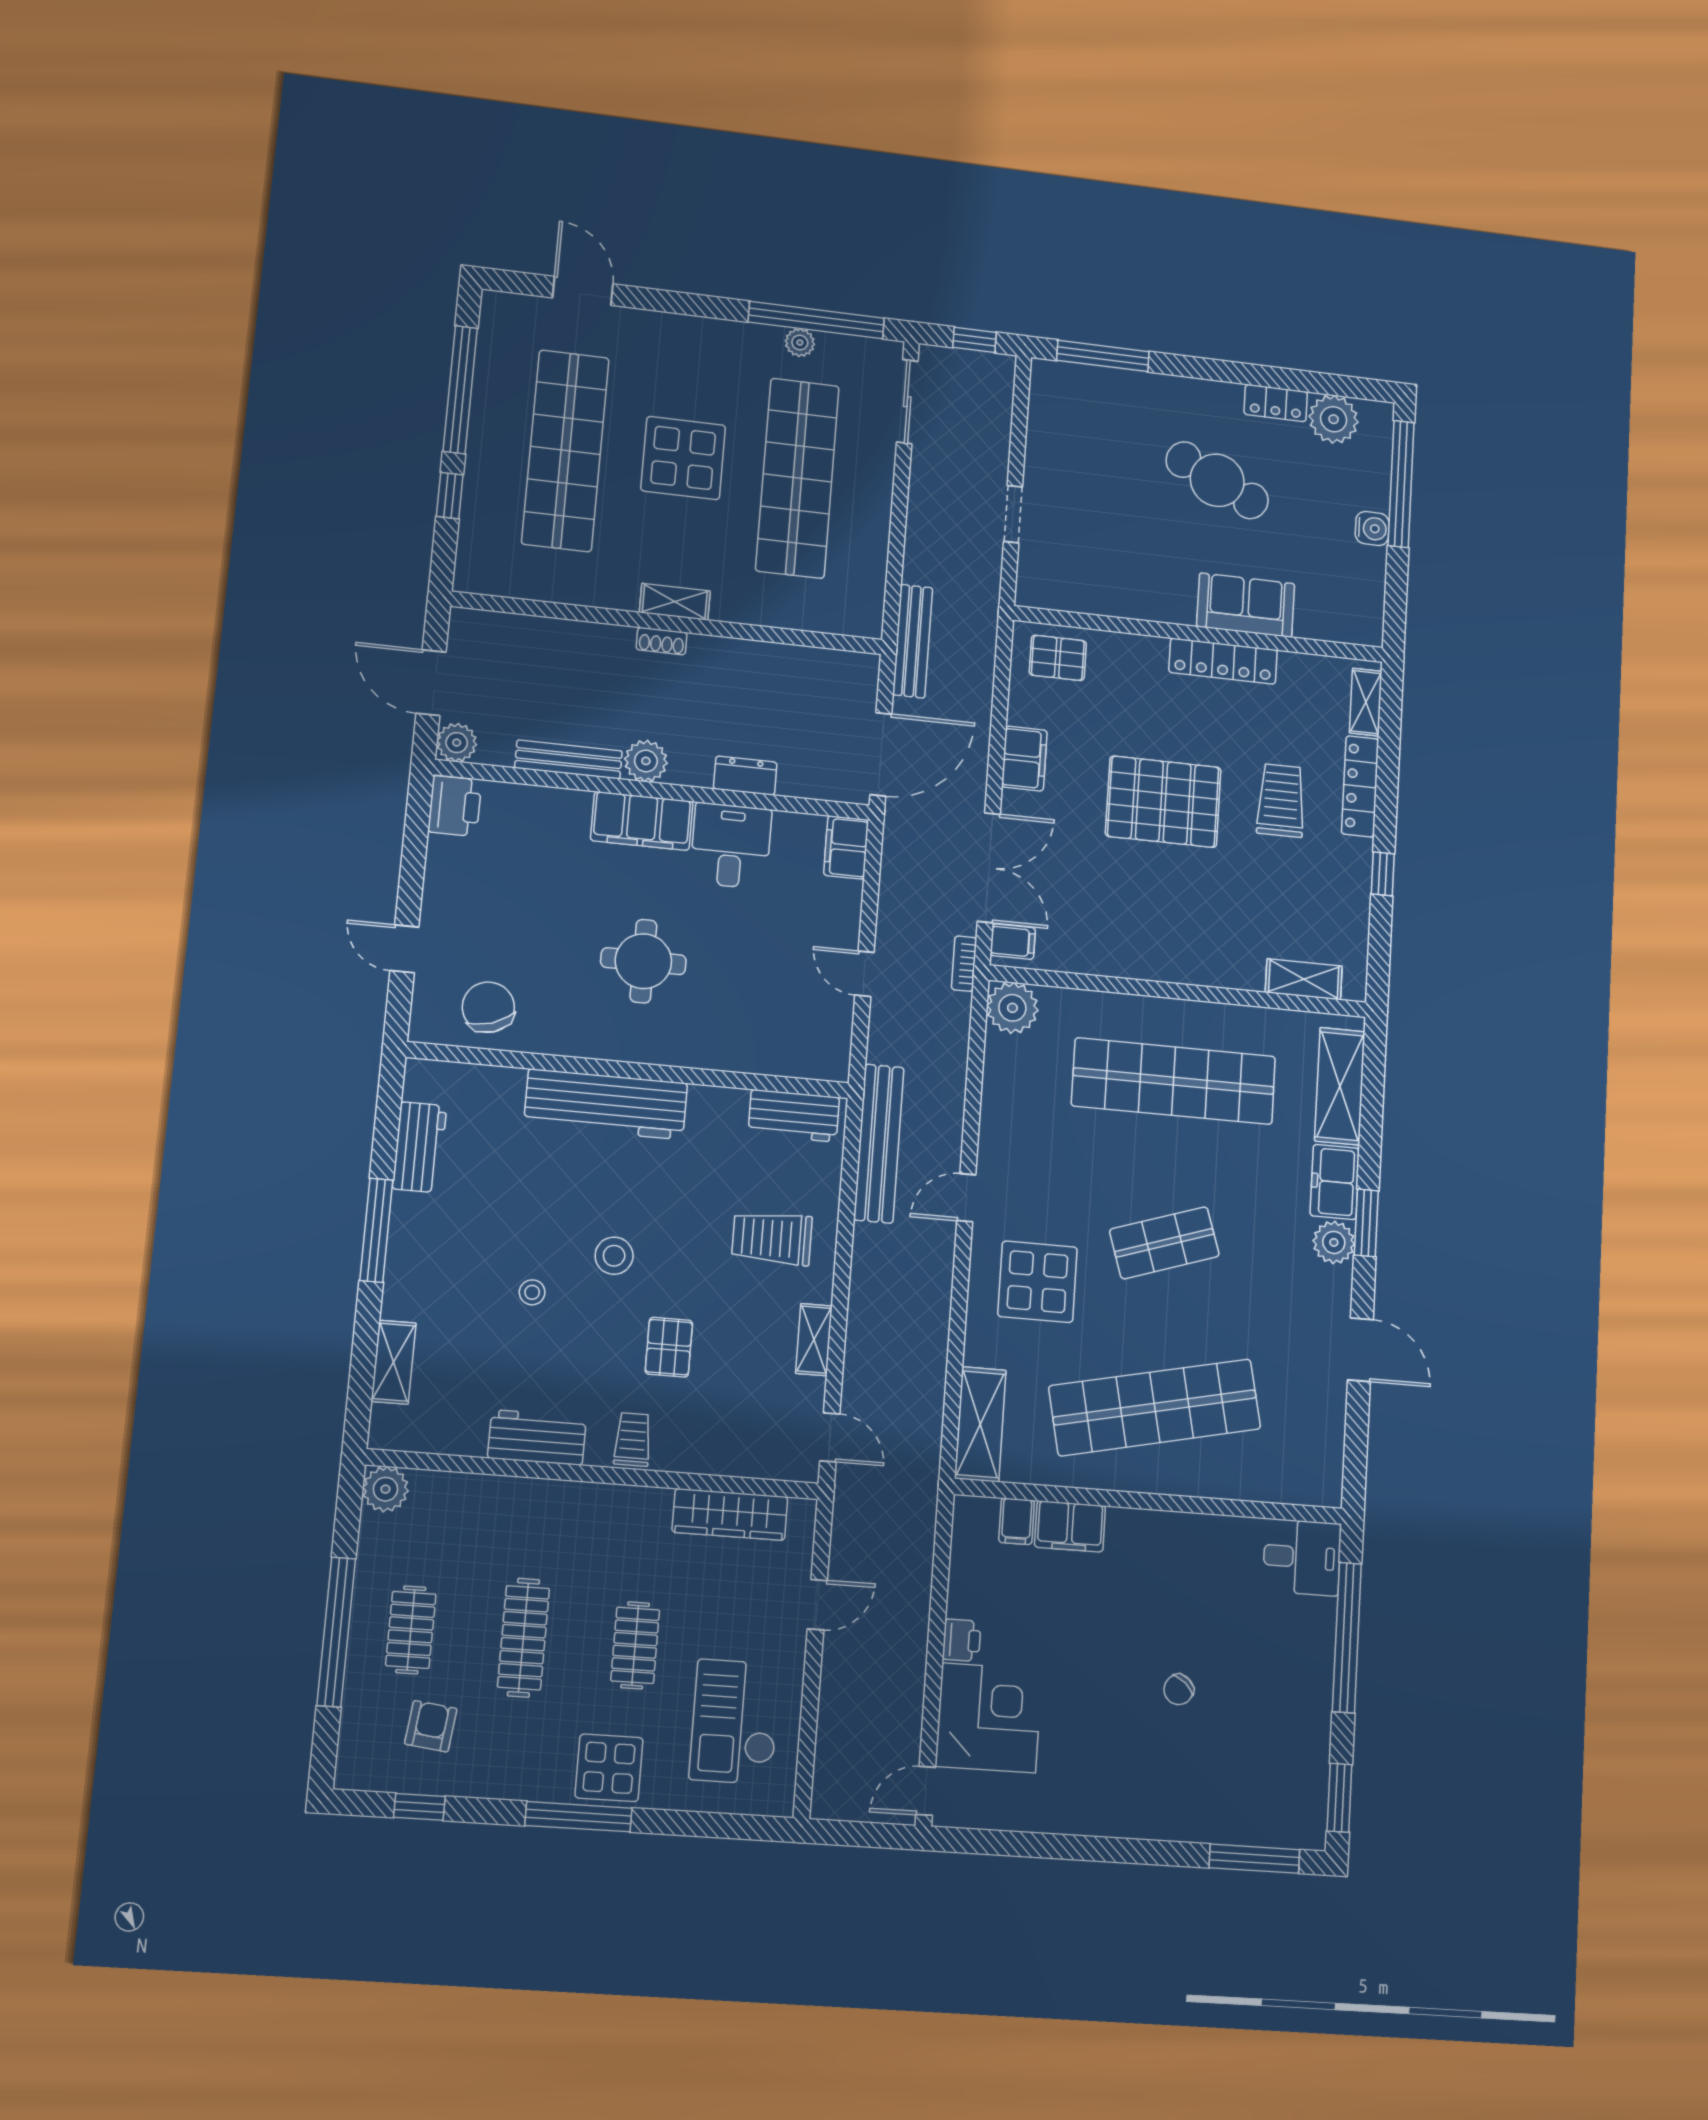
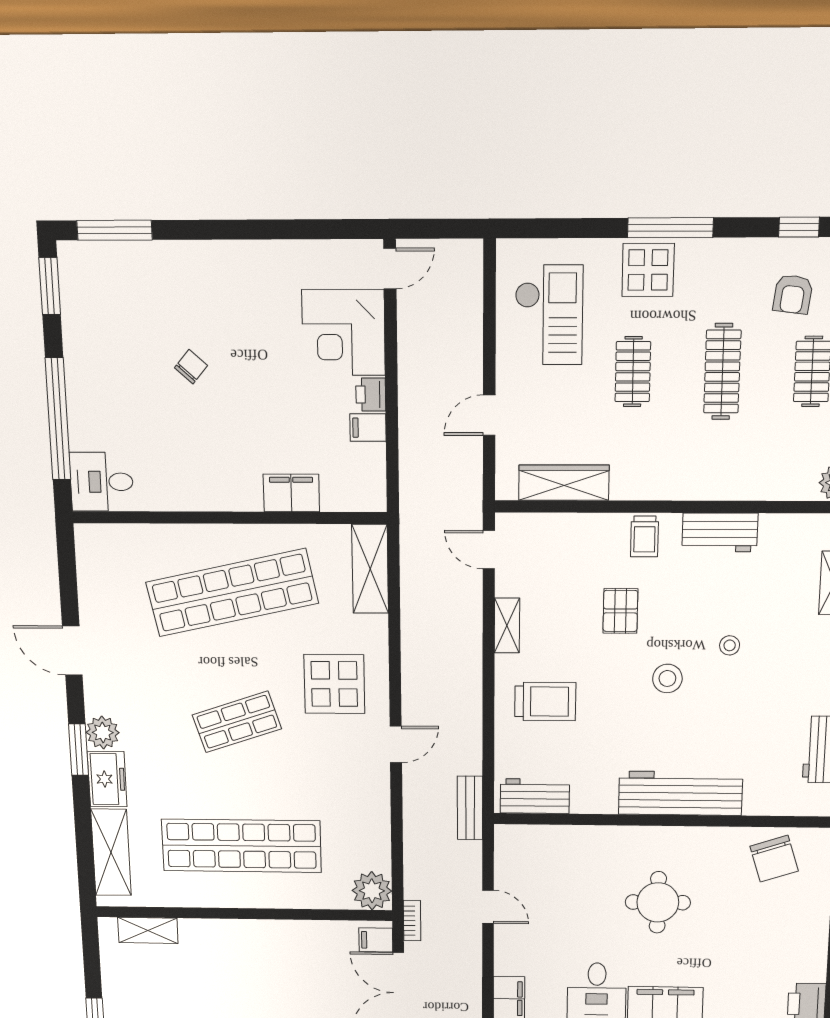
bench: (879, 1143) -> (470, 808), width x0.54, depth x0.82
filing cabinet: (1017, 1521) -> (368, 428), moved, turned -90

